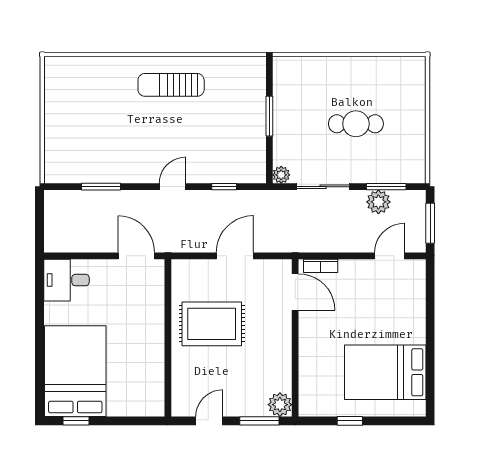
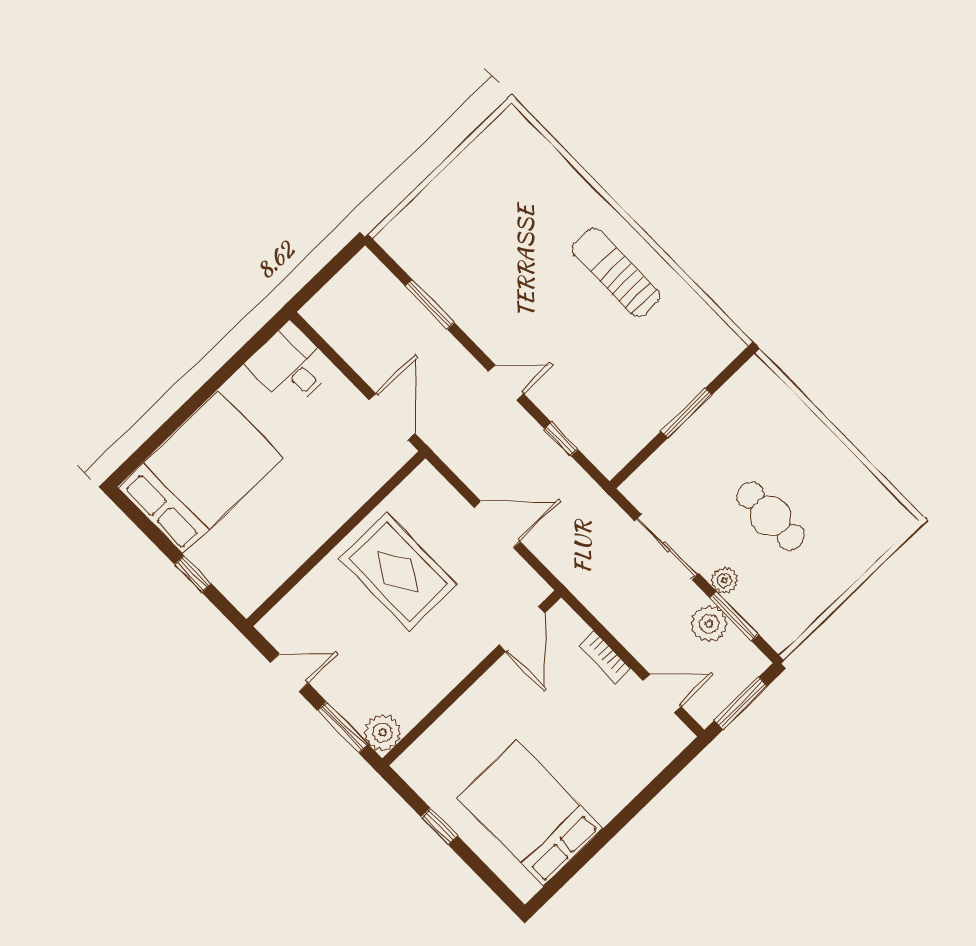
plant: (281, 175) -> (725, 580), moved
bookcase: (321, 266) -> (605, 657), moved
window: (76, 421) -> (193, 574), moved

